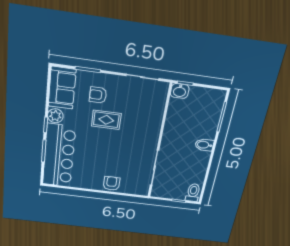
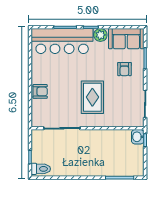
armchair: (98, 95) -> (124, 69), turned 180
rug: (106, 120) -> (92, 97), moved, width x1.36, depth x1.43
bidet: (204, 145) -> (91, 168), removed

